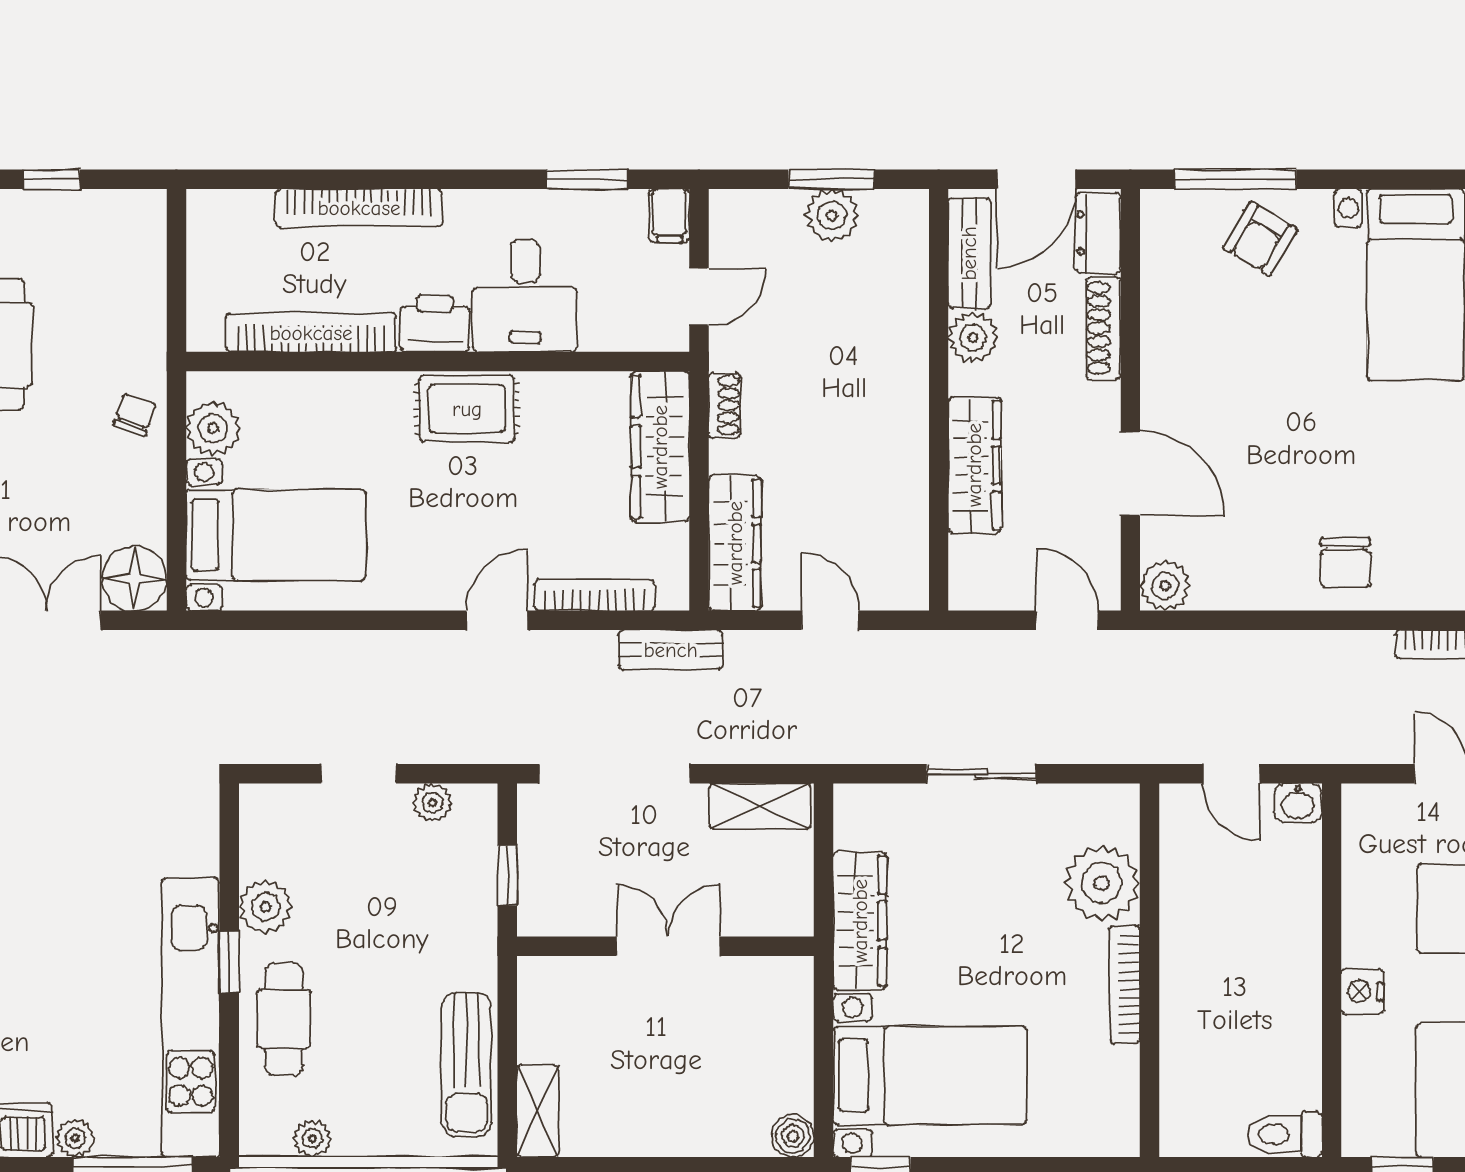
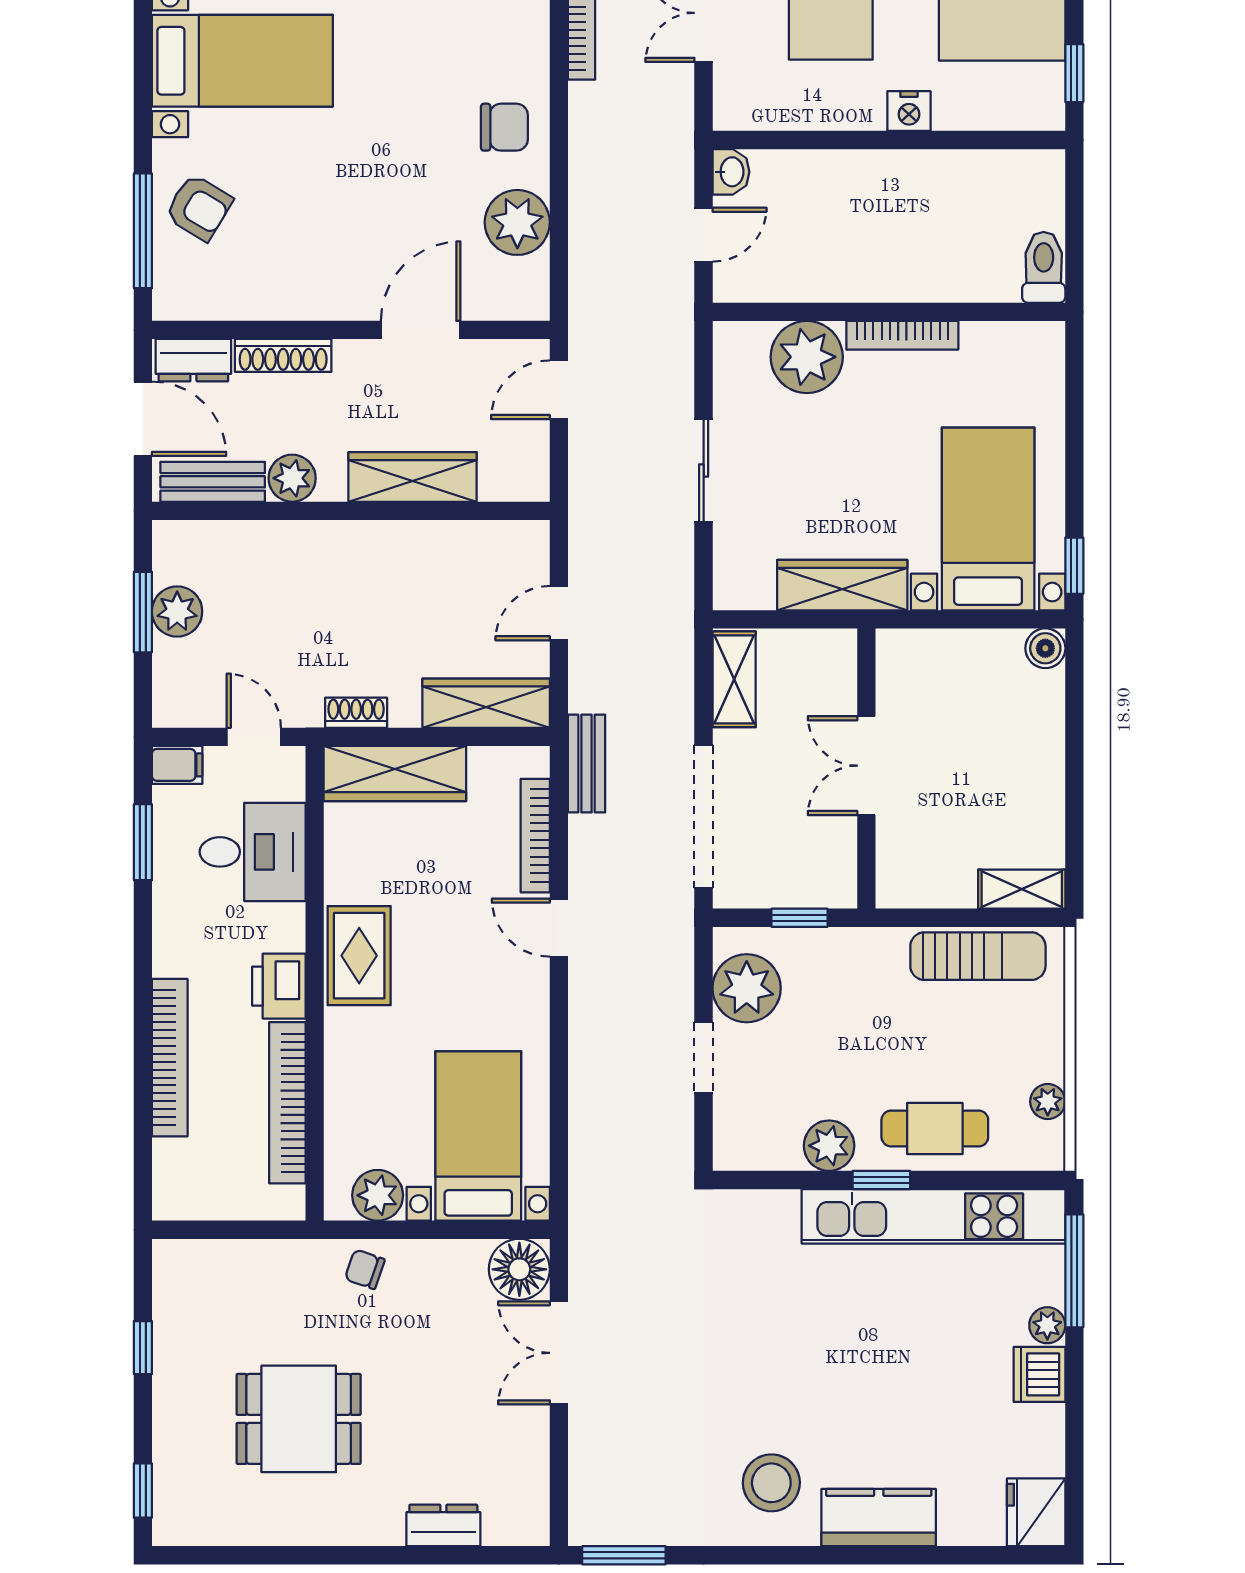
desk: (525, 296) -> (253, 852), moved
plant: (1165, 585) -> (517, 222), moved, width x1.36, depth x1.36
plant: (433, 803) -> (747, 988), width x1.87, depth x1.87
toilet: (1284, 1134) -> (1044, 267), moved, turned 180

